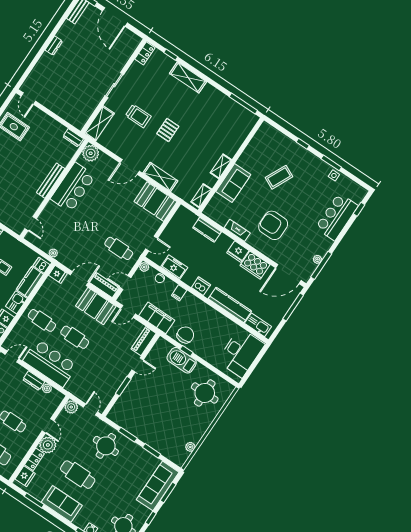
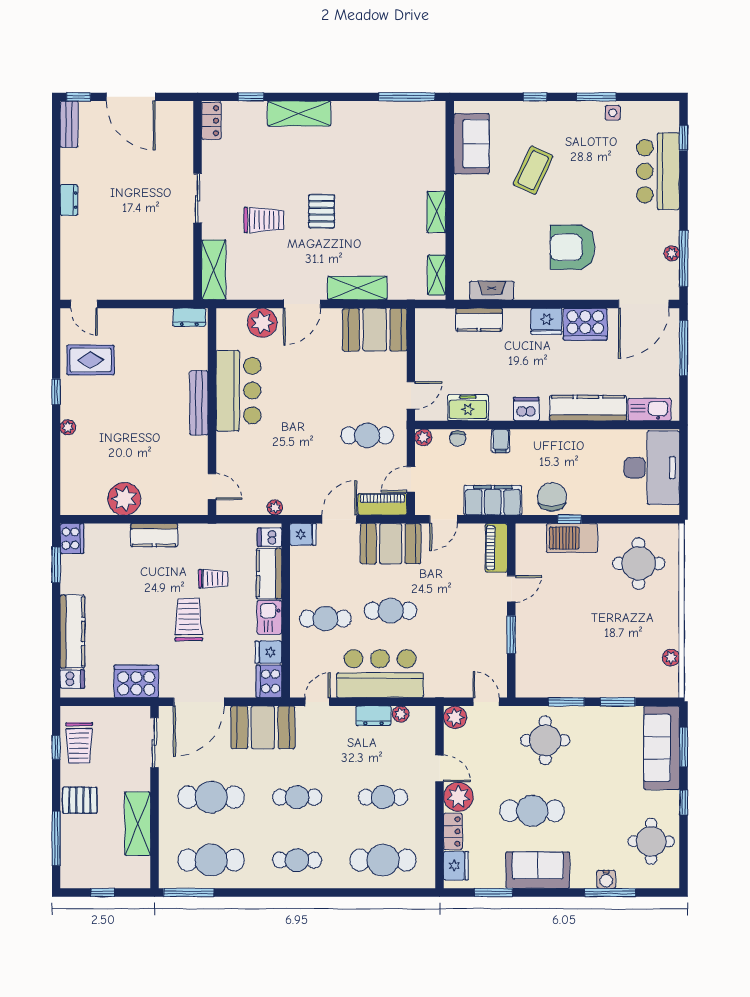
plant: (91, 153) -> (262, 323), moved
sofa: (233, 183) -> (471, 144), moved
fireplace: (237, 230) -> (492, 290), moved

